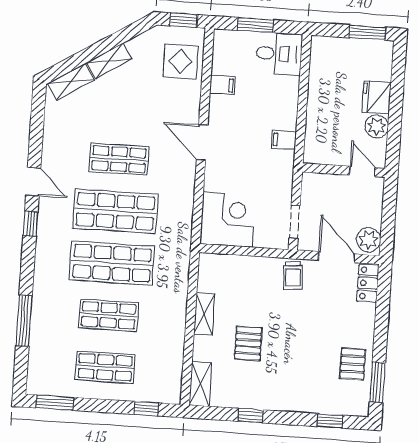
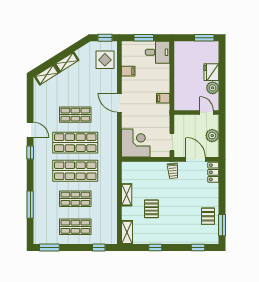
plant: (369, 240) -> (212, 136), moved

